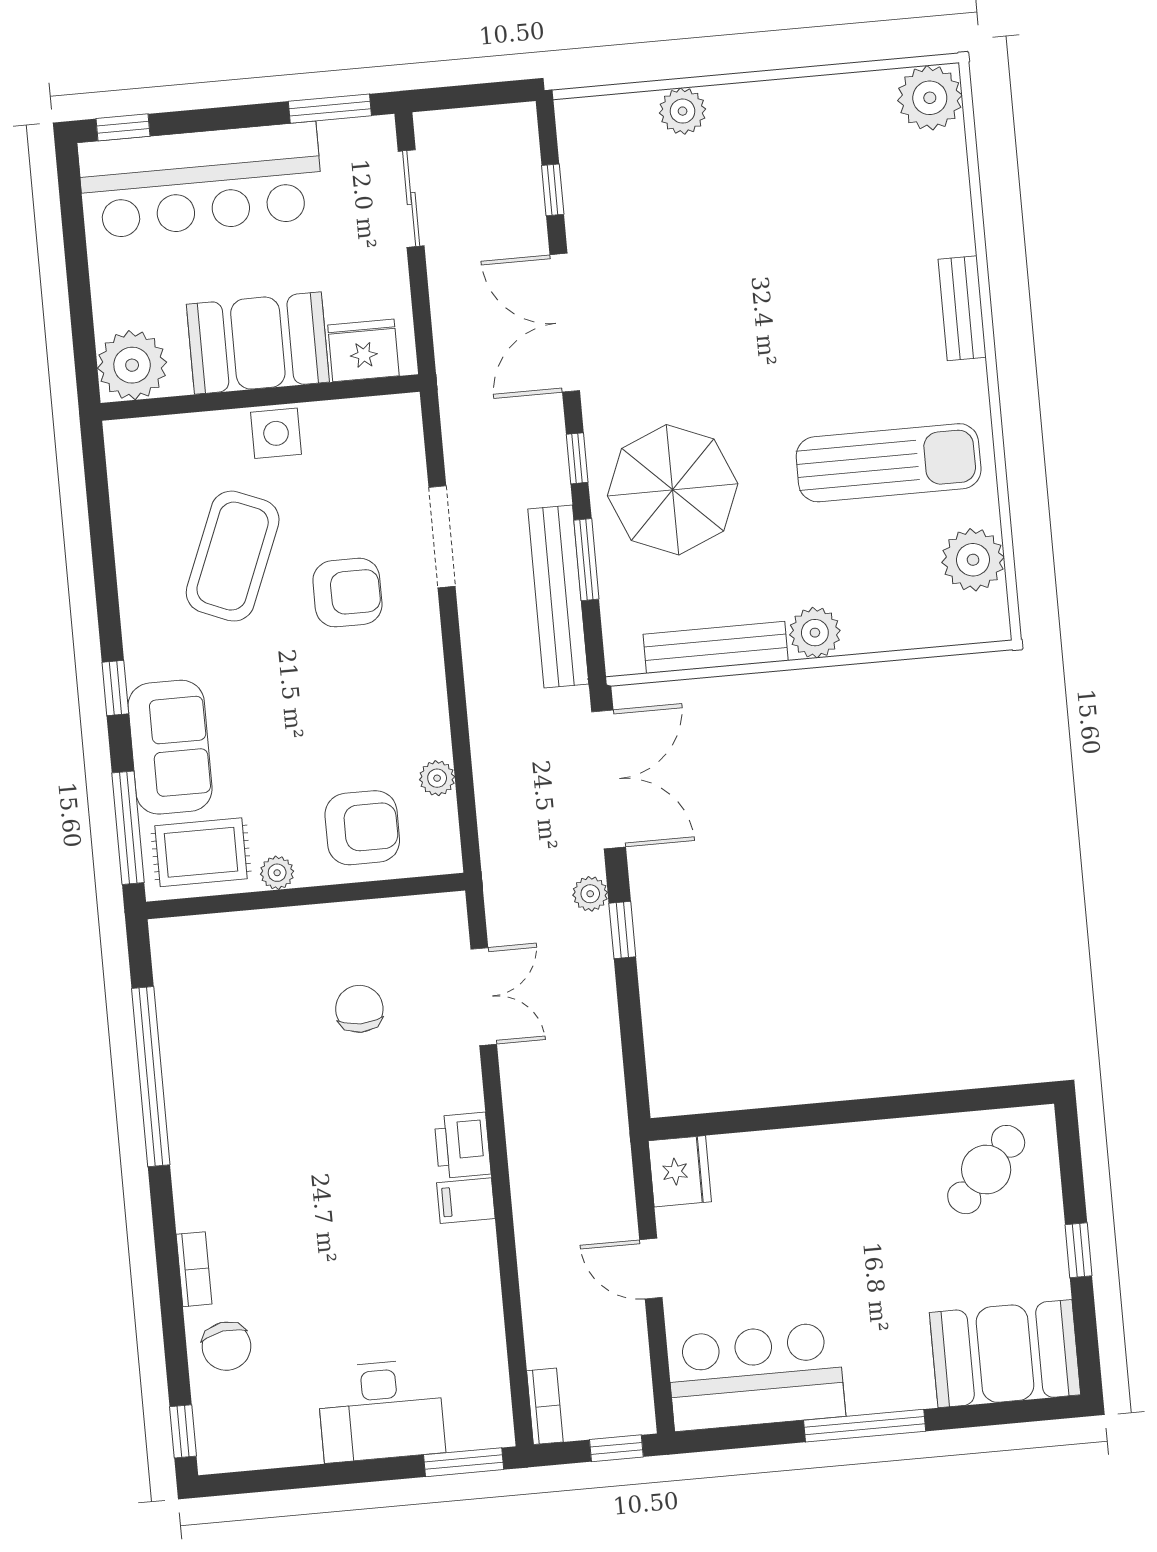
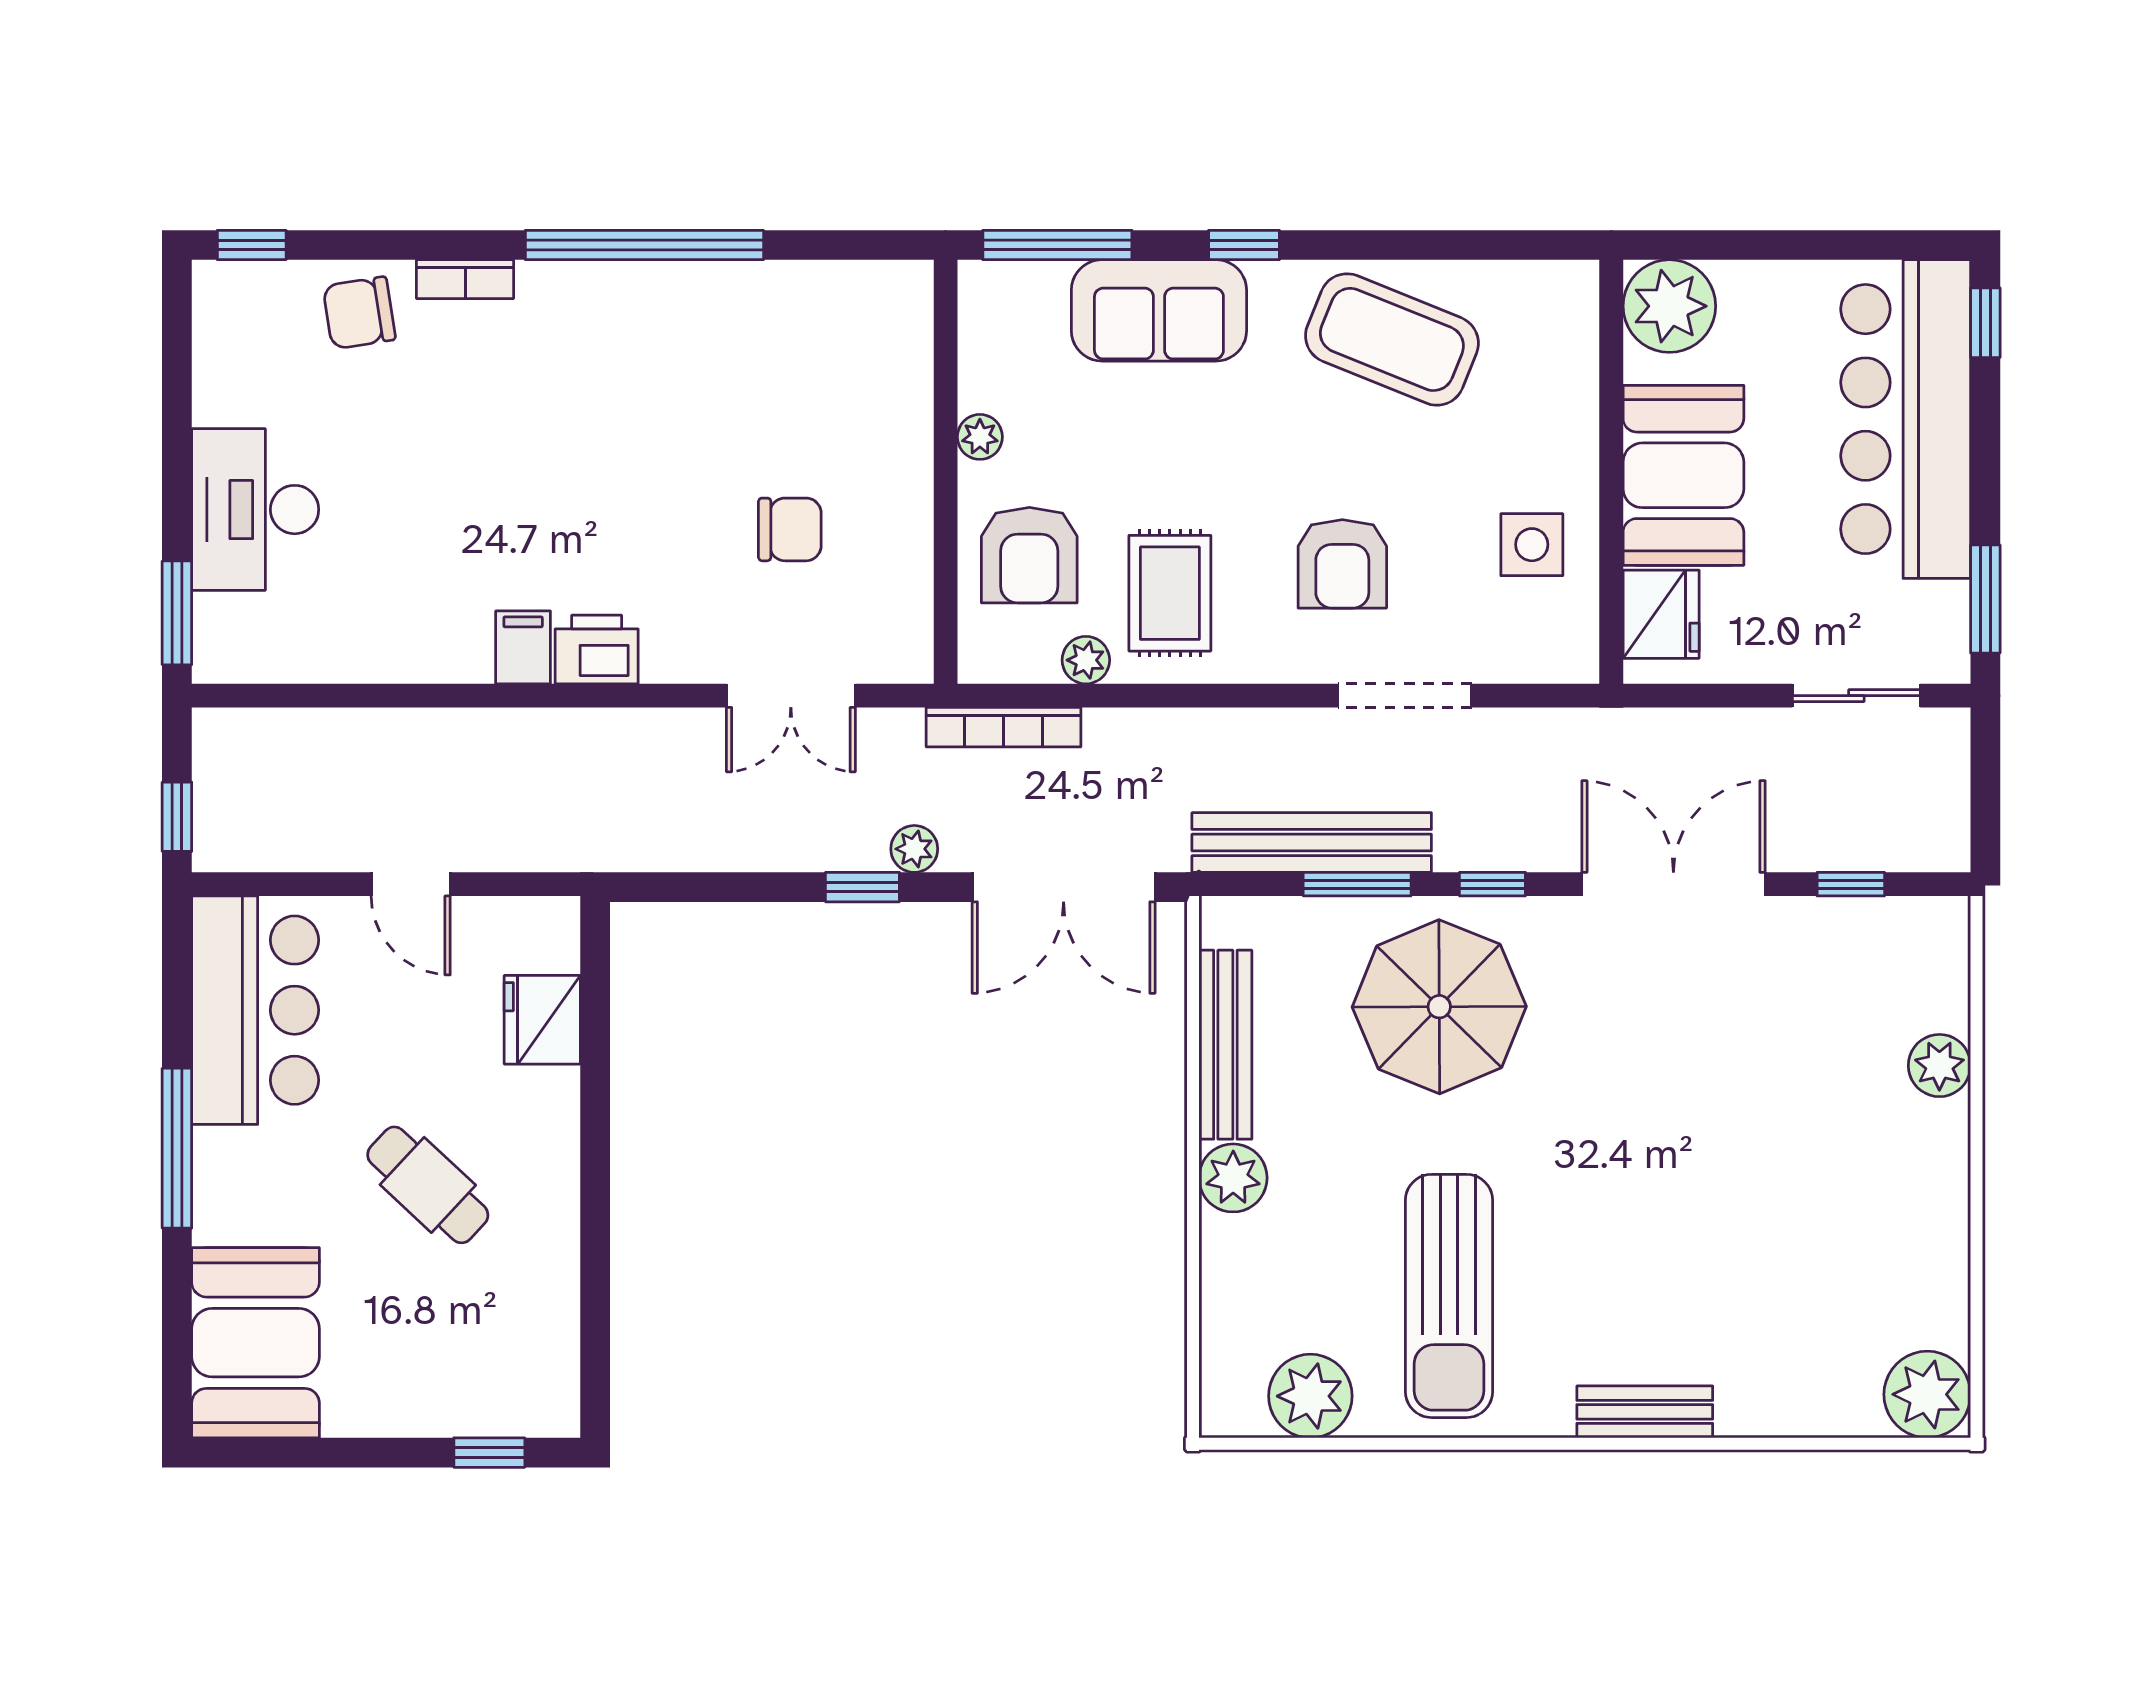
side table: (276, 433) -> (1532, 545), moved
coffee table: (233, 556) -> (1392, 339), moved
rug: (201, 852) -> (1170, 593), moved
window: (151, 1077) -> (644, 245), moved
cafe table: (986, 1170) -> (428, 1185), moved
fridge: (680, 1171) -> (542, 1020), moved, turned 90
window: (1079, 1250) -> (489, 1453), moved
door: (651, 1269) -> (411, 884), swing flipped
bookcase: (545, 1406) -> (1004, 727), moved, width x1.56

